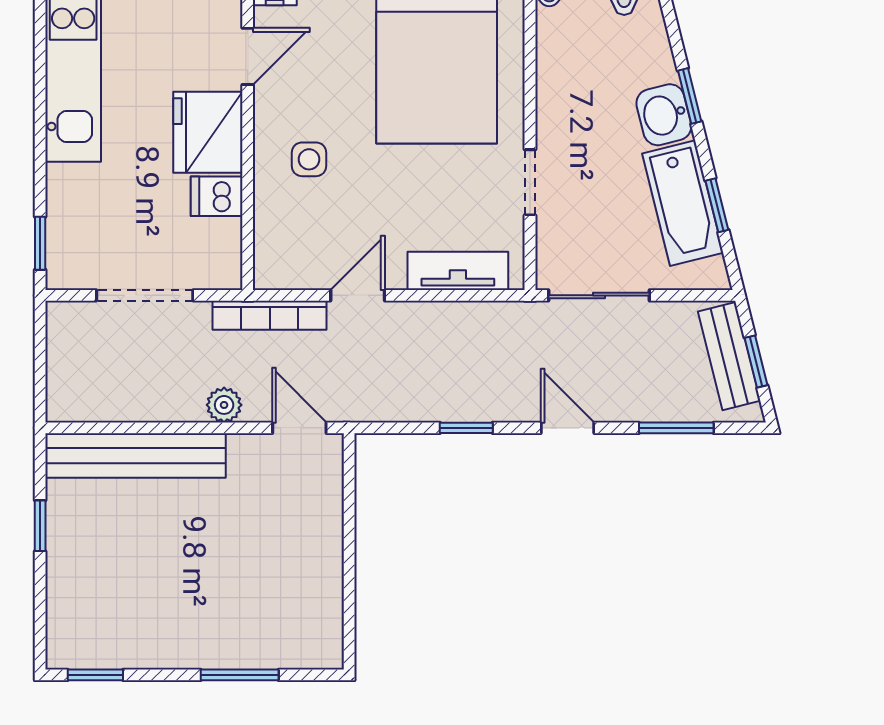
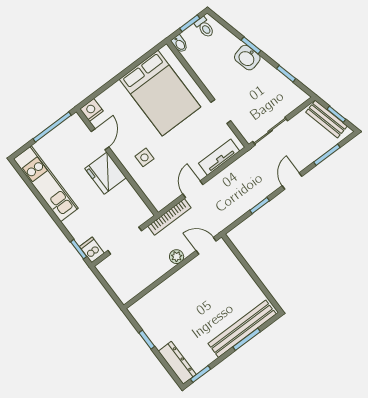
dishwasher: (217, 196) -> (92, 250), moved, turned 90
bathtub: (683, 203) -> (275, 81), removed
door: (567, 428) -> (292, 181), hinge flipped
bench: (136, 456) -> (242, 329), moved
dresser: (66, 618) -> (177, 363), added

